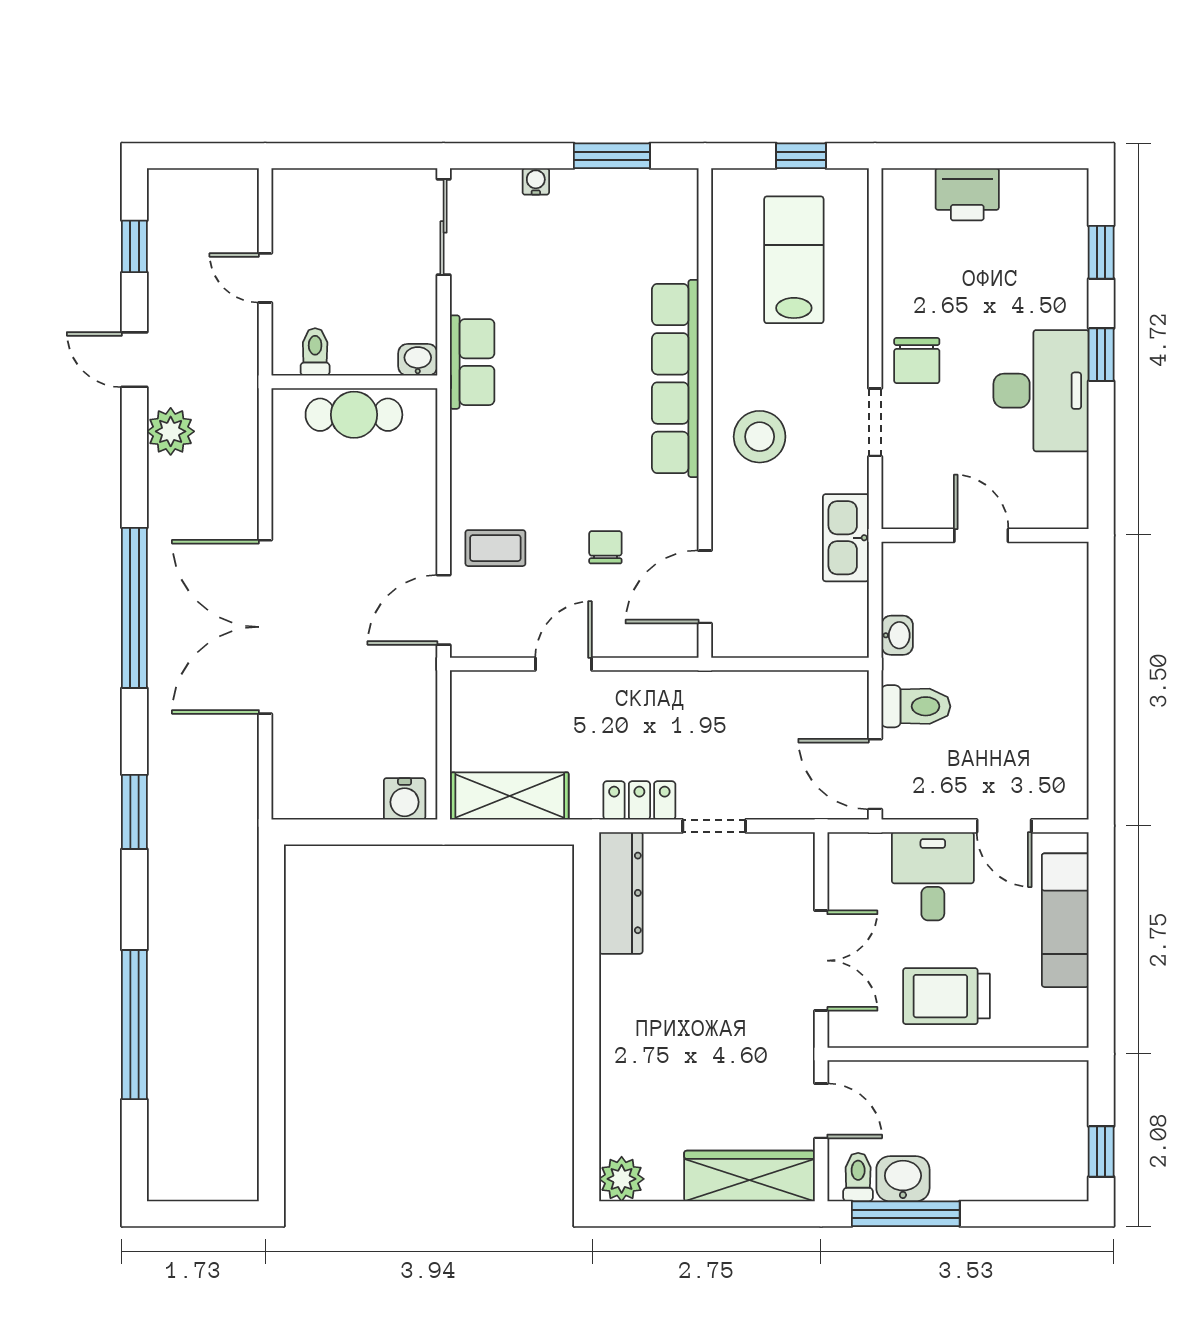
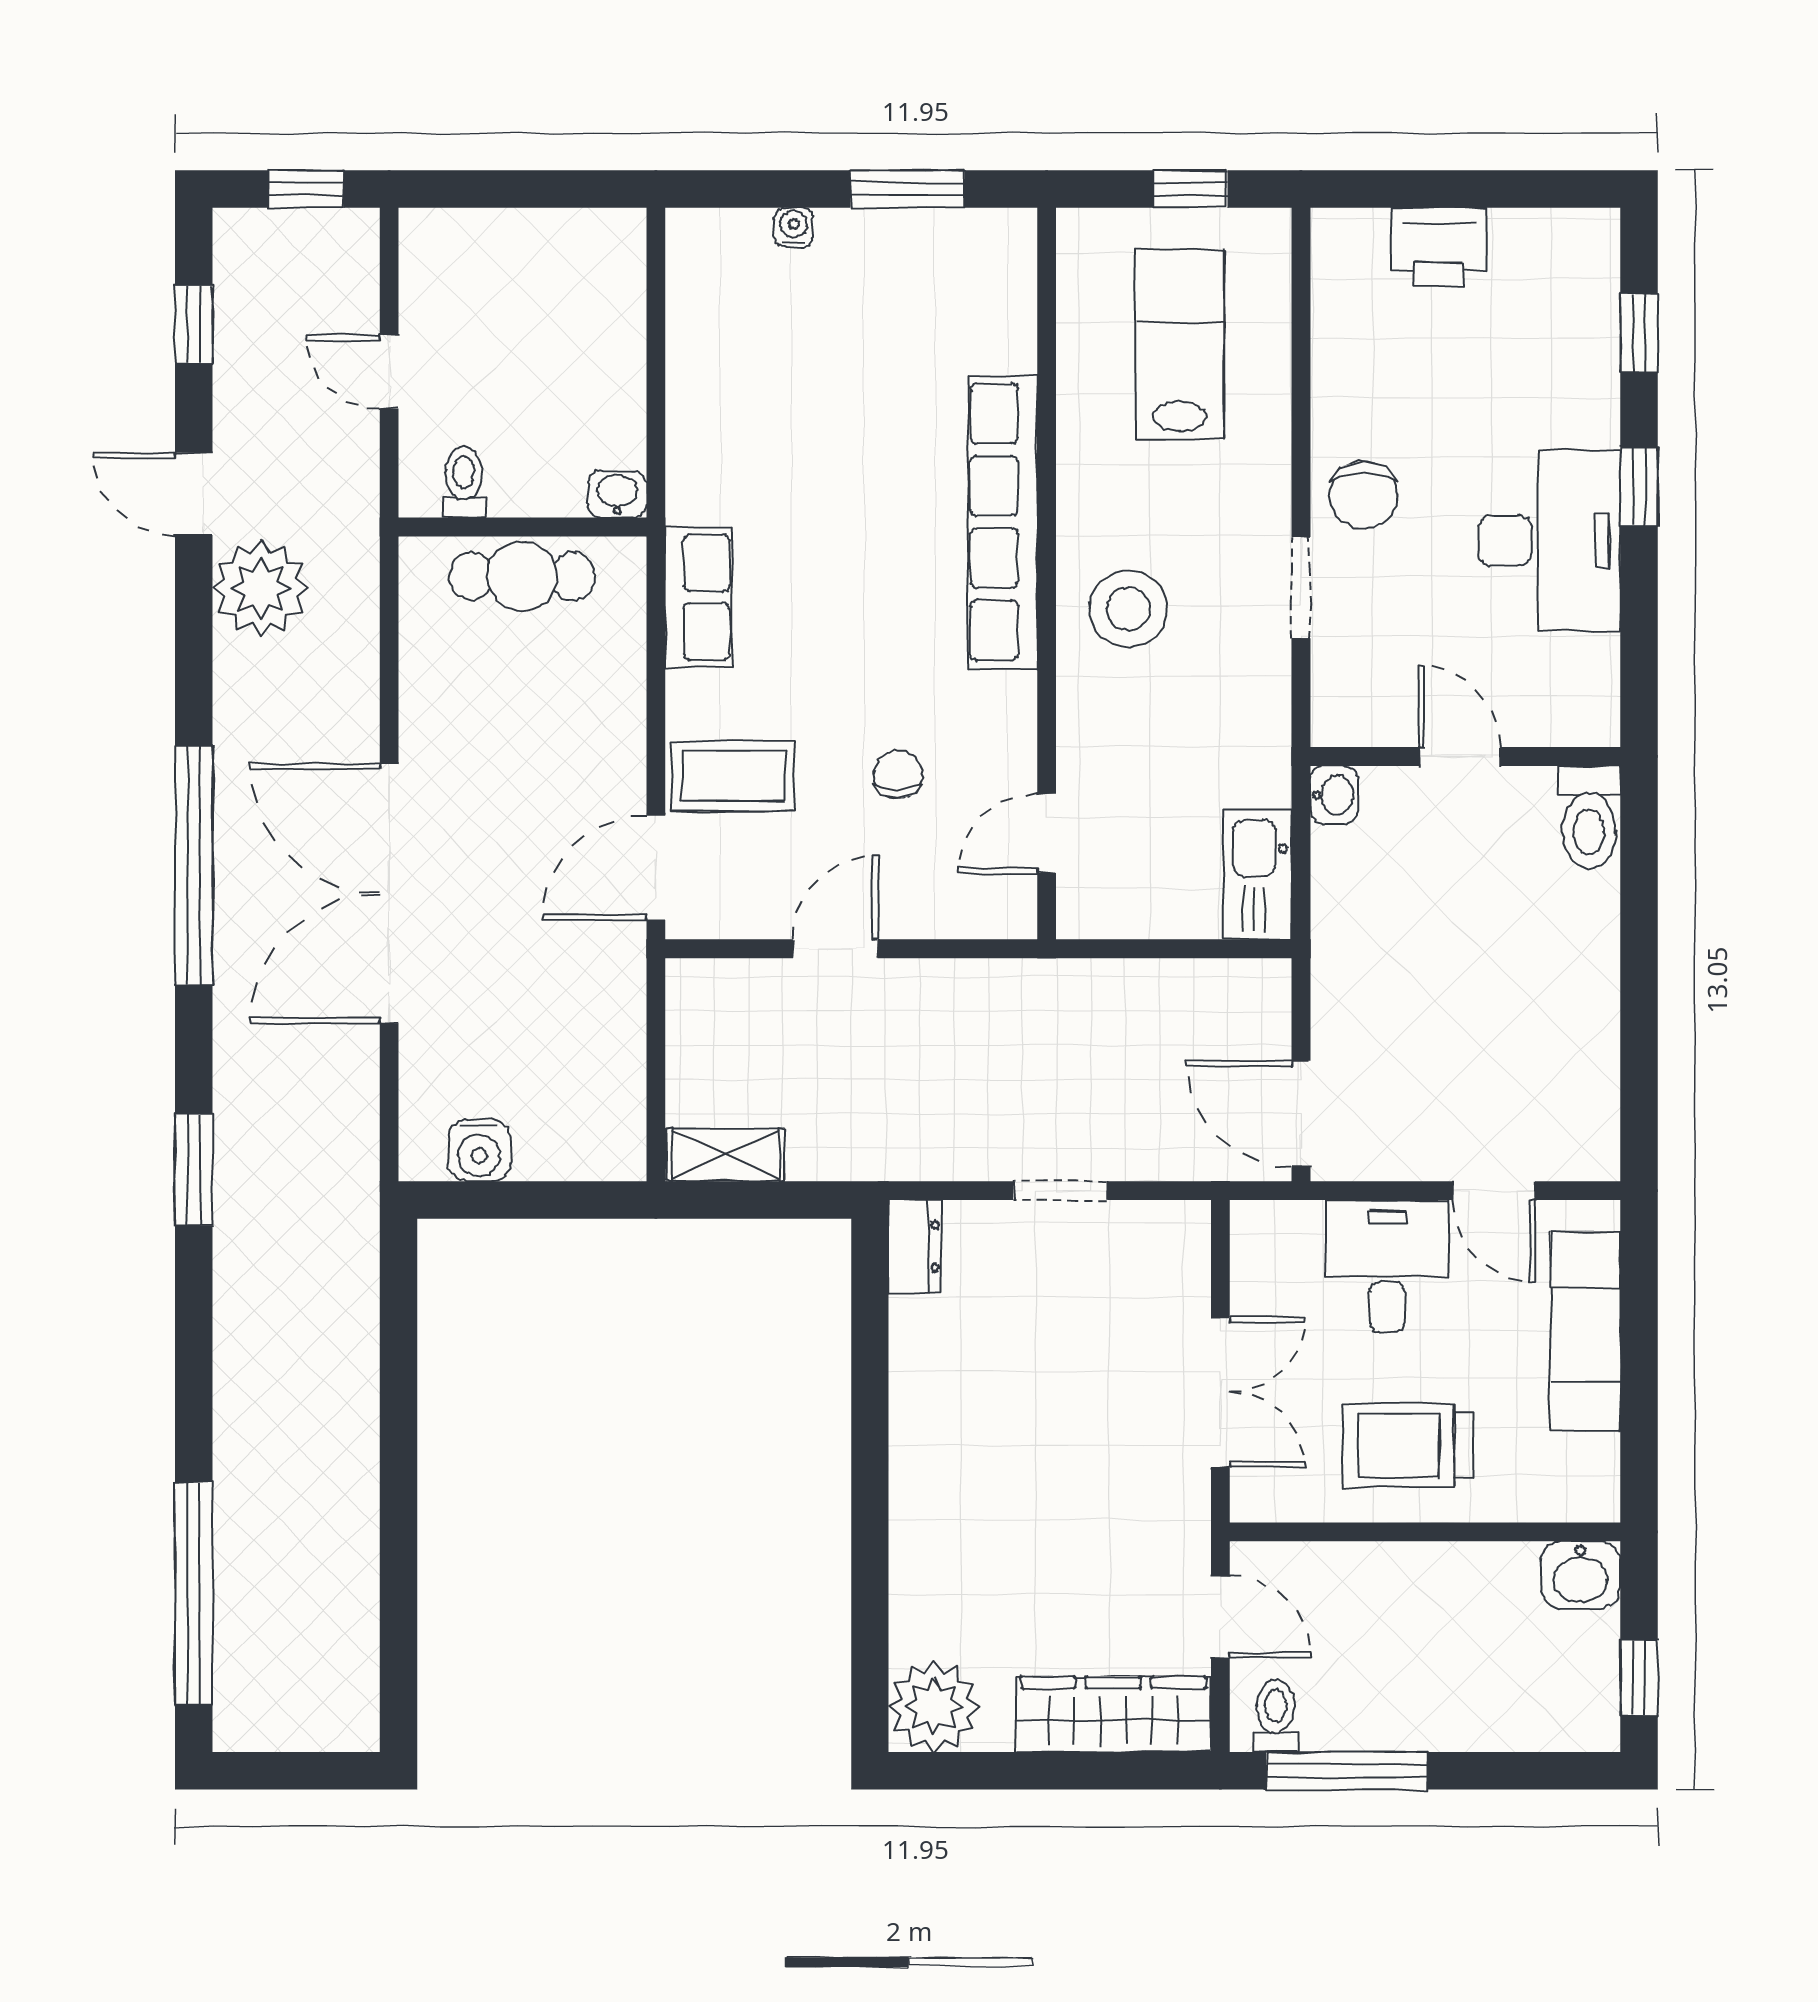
window: (210, 156) -> (306, 189), added
sliding door: (444, 227) -> (656, 295), removed
row of seats: (472, 362) -> (699, 597), moved
plant: (171, 431) -> (261, 588), width x1.36, depth x1.36
kitchen sink: (846, 538) -> (1257, 874), moved
coffee table: (495, 548) -> (733, 776), width x1.36, depth x1.30
door: (705, 587) -> (1047, 833), width x0.73
washbasin: (897, 635) -> (1334, 795), moved
toilet: (916, 706) -> (1589, 818), moved, turned 90
shelving: (510, 796) -> (725, 1155), width x0.67, depth x0.75
water cooler: (405, 799) -> (479, 1150), moved
locker: (639, 800) -> (949, 1153), removed
dresser: (621, 893) -> (915, 1246), width x0.51, depth x0.80
window: (134, 1025) -> (194, 1593), moved
plant: (622, 1179) -> (934, 1706), width x1.36, depth x1.36
washbasin: (903, 1179) -> (1581, 1575), moved, turned 180

